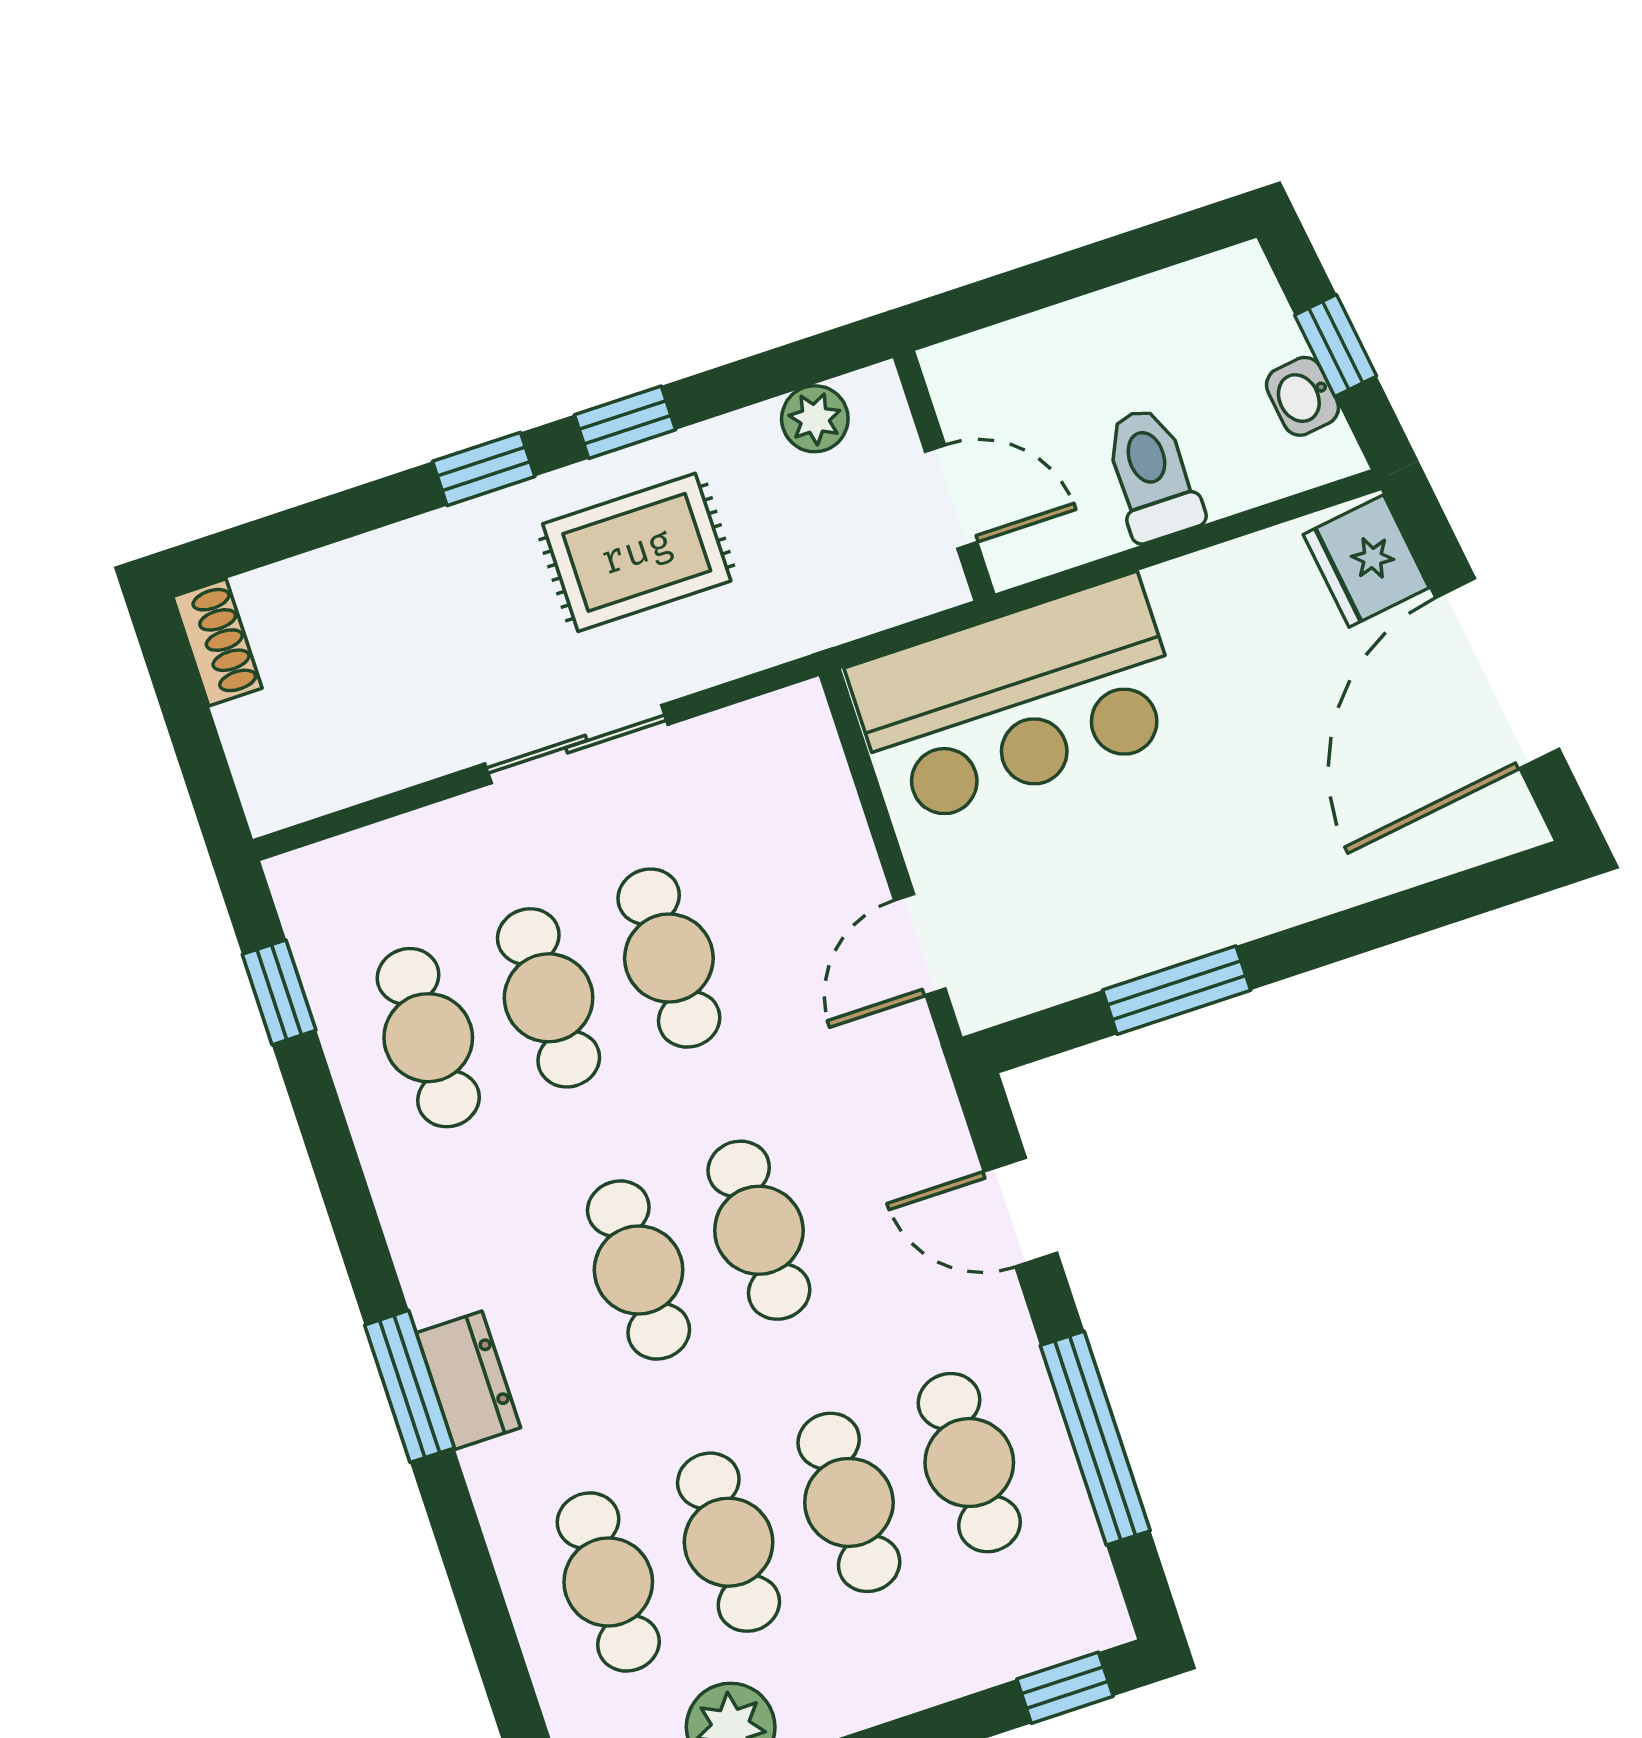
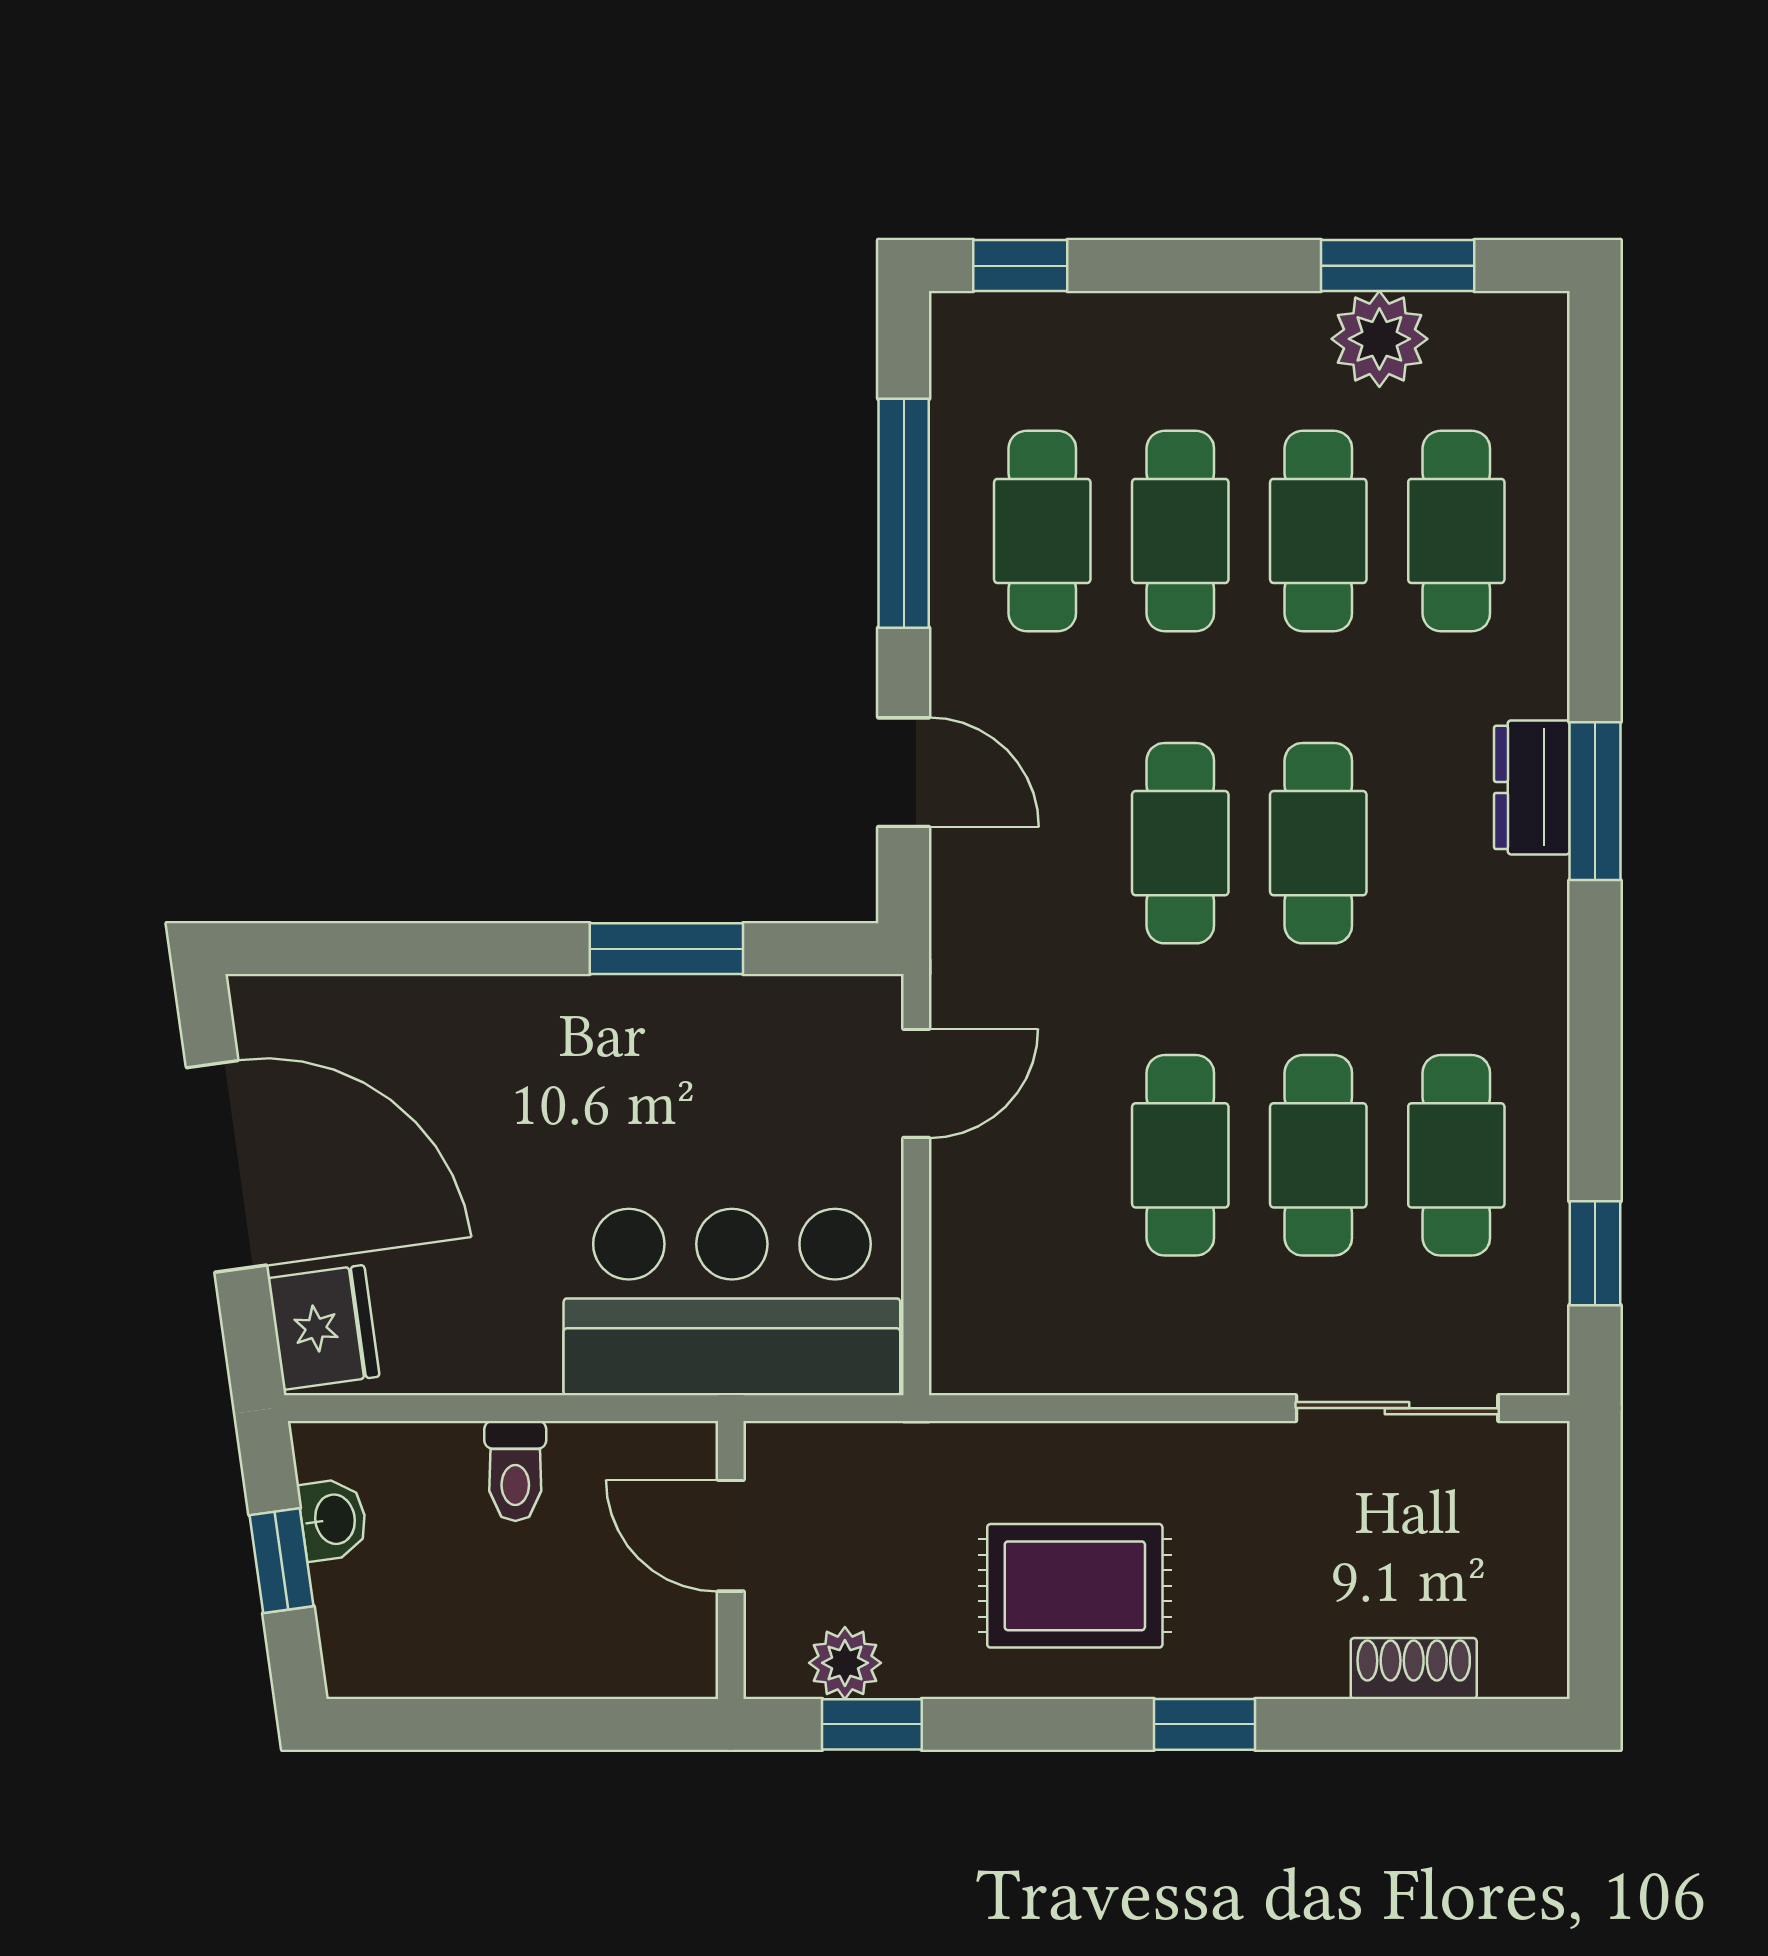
window: (625, 422) -> (872, 1724), moved
toilet: (1152, 474) -> (515, 1471), width x0.73, depth x0.72
shoe rack: (217, 642) -> (1414, 1668), moved, turned 90
door: (1497, 673) -> (226, 1166), hinge flipped
sliding door: (576, 744) -> (1397, 1408), moved

